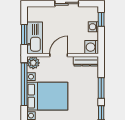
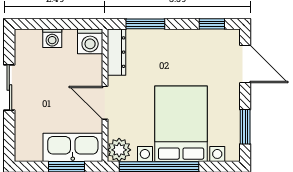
window: (101, 19) -> (38, 24), removed
window: (101, 88) -> (145, 24), moved

